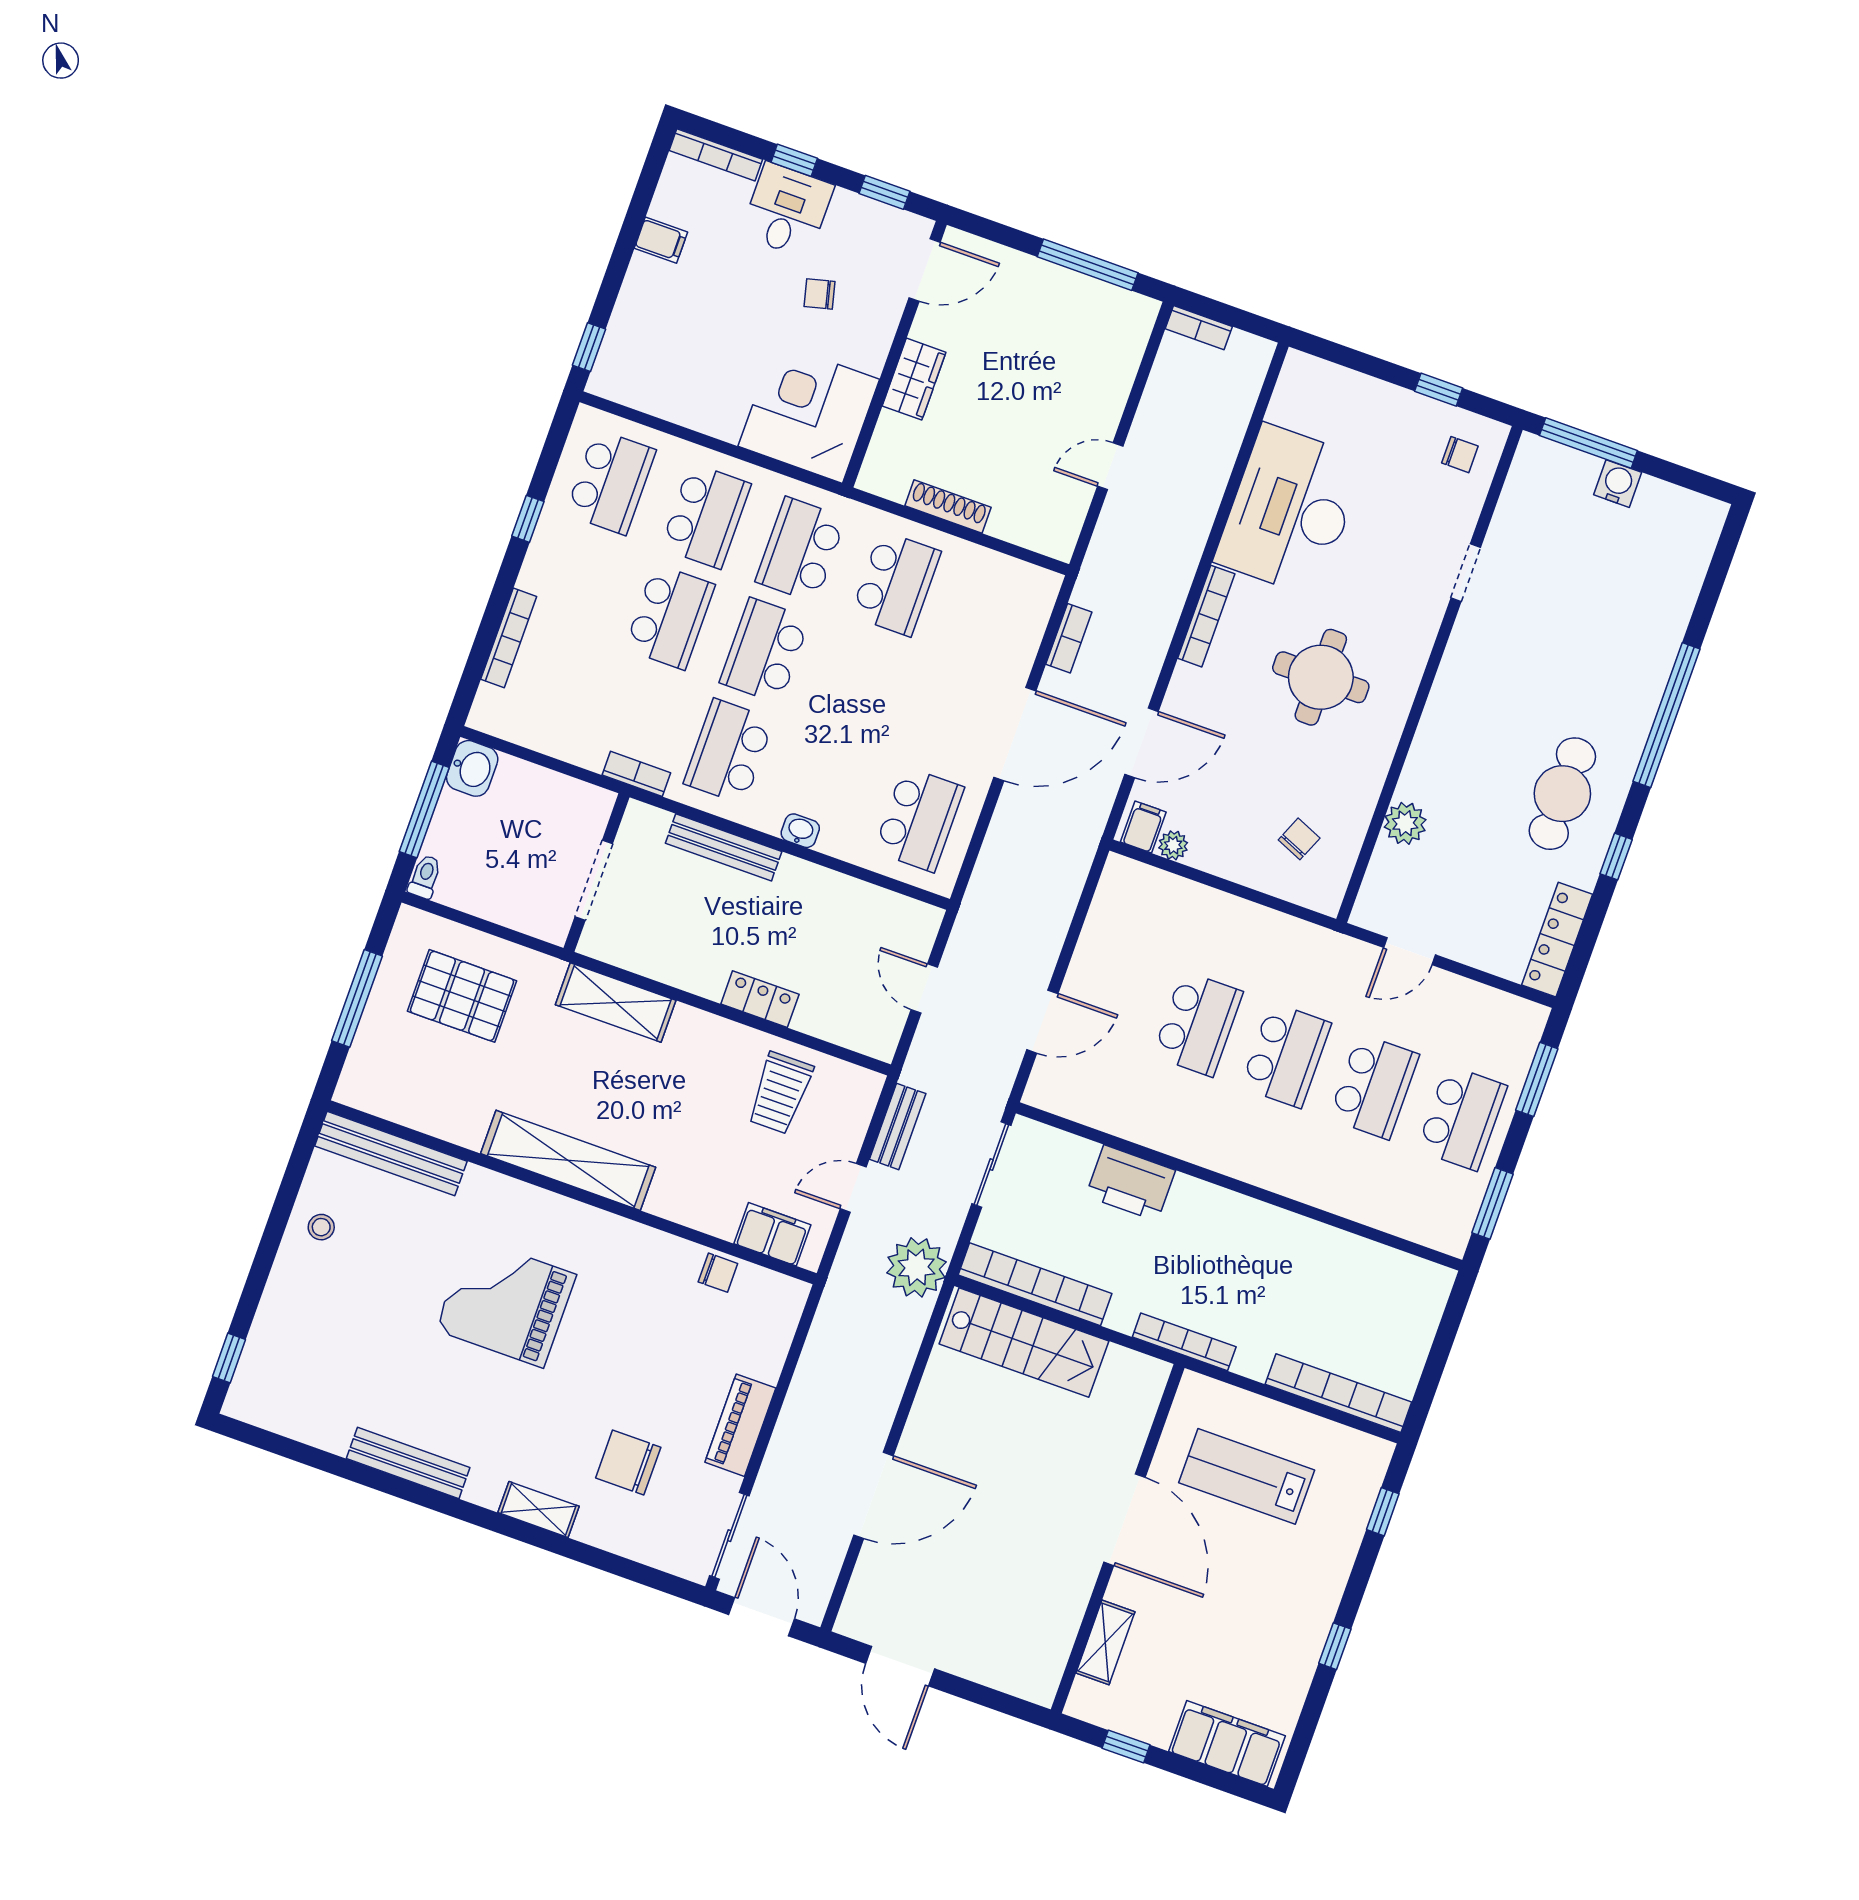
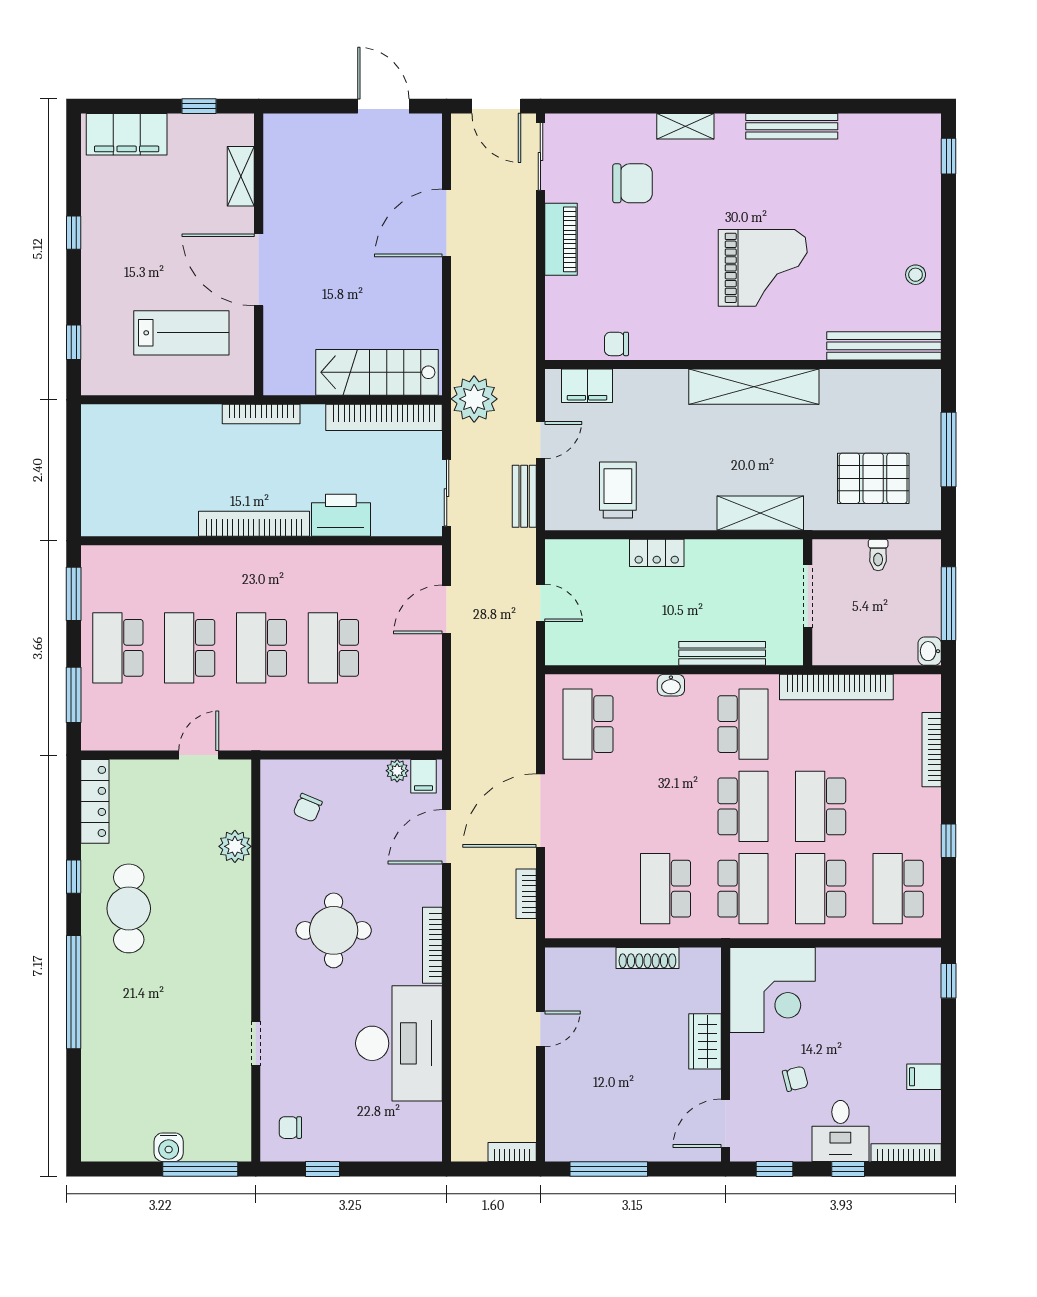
washbasin: (472, 768) -> (930, 651), width x0.72, depth x0.69
bookcase: (636, 774) -> (836, 687), width x2.31, depth x1.31
toilet: (425, 877) -> (878, 555), moved
bookcase: (1338, 1393) -> (254, 524), moved, turned 180

